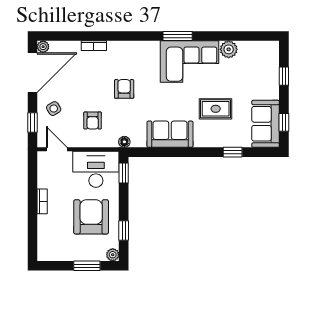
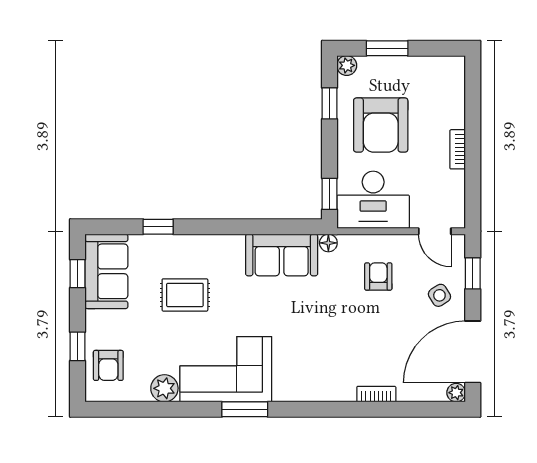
armchair: (124, 89) -> (108, 365), moved
sofa: (170, 134) -> (282, 255), moved

